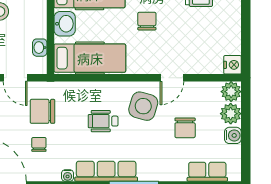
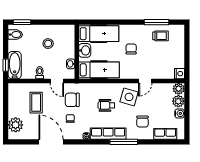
chair: (185, 128) -> (142, 121), moved

